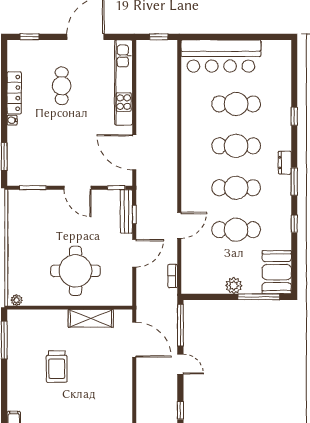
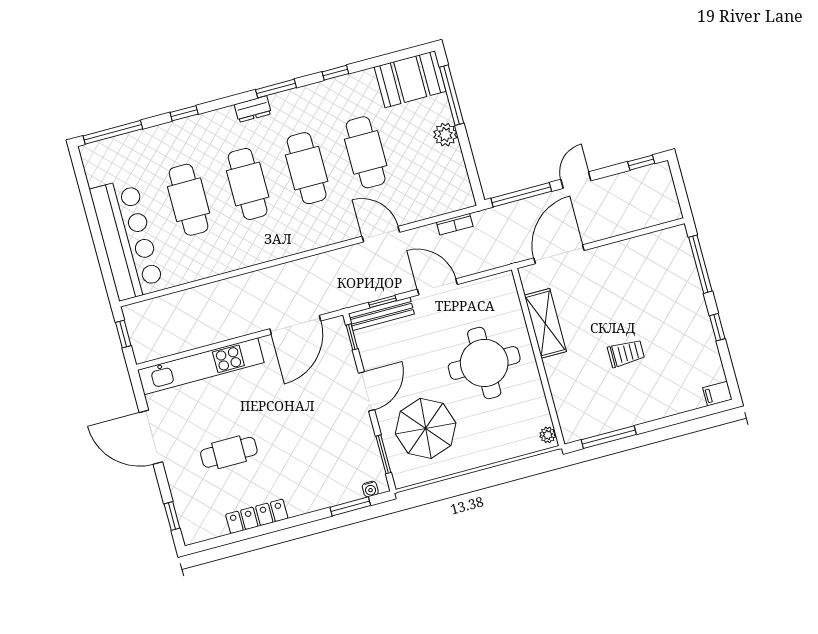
window: (294, 66) -> (113, 132), added
water cooler: (12, 120) -> (370, 489), moved
parasol: (43, 220) -> (426, 428), added
trolley: (57, 367) -> (626, 353), width x0.73, depth x0.72

